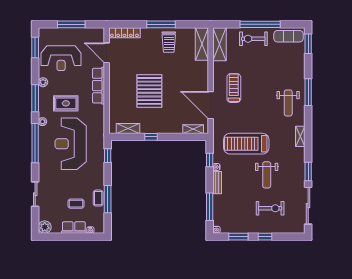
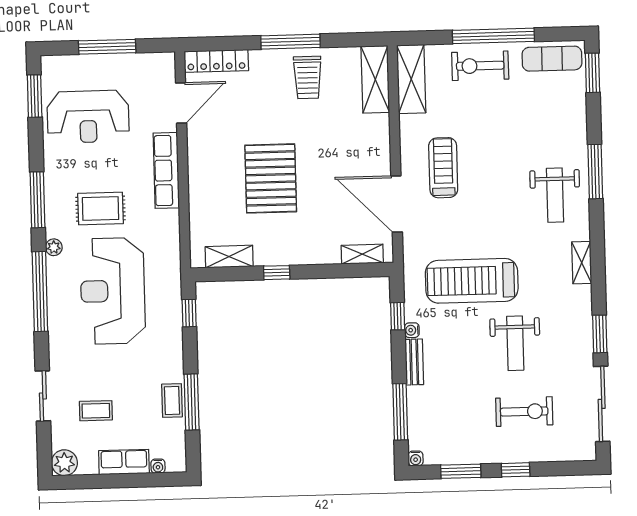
door: (107, 53) -> (181, 103), swing flipped
plant: (43, 82) -> (53, 167), removed
coffee table: (76, 204) -> (96, 411), moved

